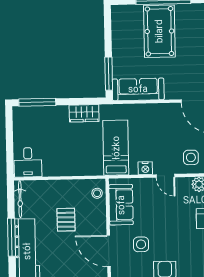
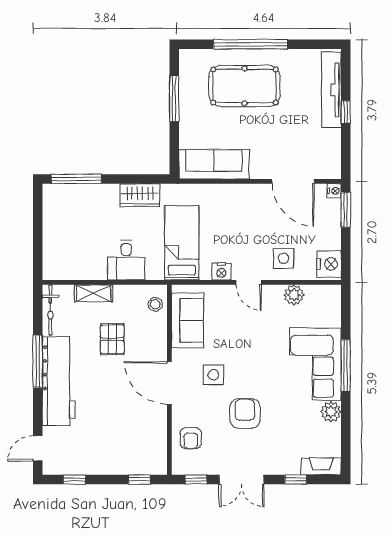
pool table: (159, 31) -> (244, 86), turned 90
window: (109, 74) -> (174, 99), moved
desk: (28, 162) -> (126, 260), moved
shelving: (52, 186) -> (94, 293), added

